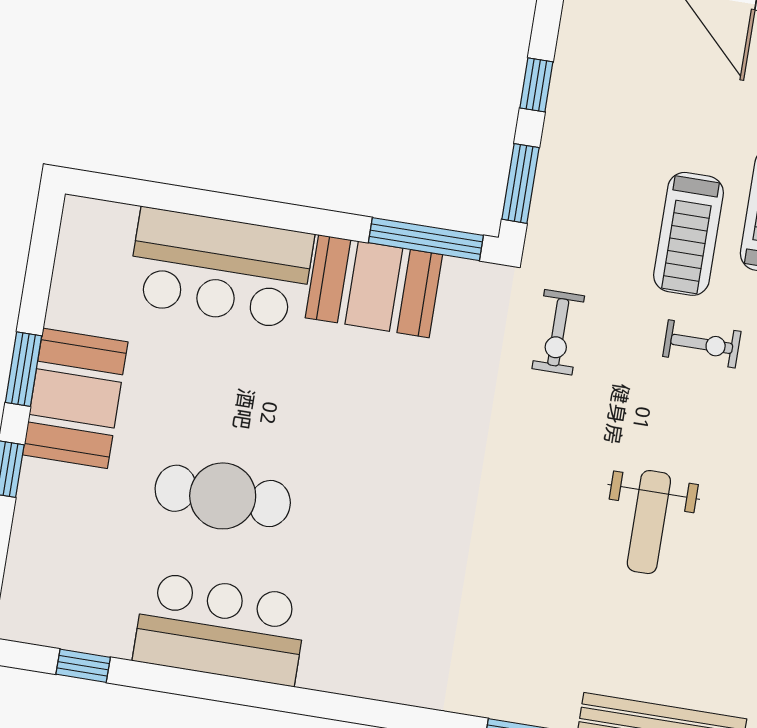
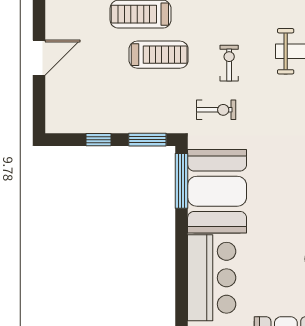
booth: (374, 286) -> (217, 191), width x1.36, depth x1.42
exercise bike: (702, 344) -> (229, 63), moved

